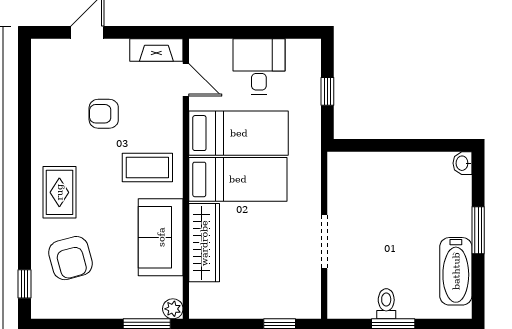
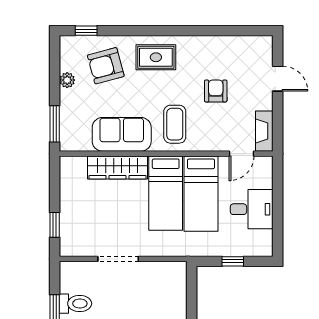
toilet: (386, 304) -> (75, 304), width x1.37, depth x1.39
plant: (173, 309) -> (67, 80), moved

